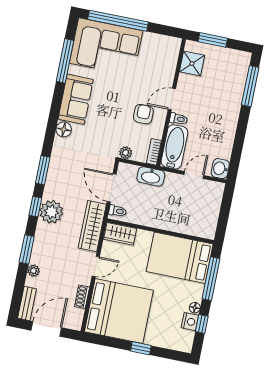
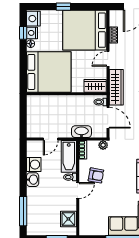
armchair: (143, 114) -> (96, 175), turned -80
washing machine: (223, 146) -> (34, 165), added
washbasin: (220, 169) -> (33, 180), moved
bed: (180, 258) -> (49, 72), width x1.36
window: (211, 279) -> (23, 67), removed
nightstand: (184, 340) -> (33, 19), added

